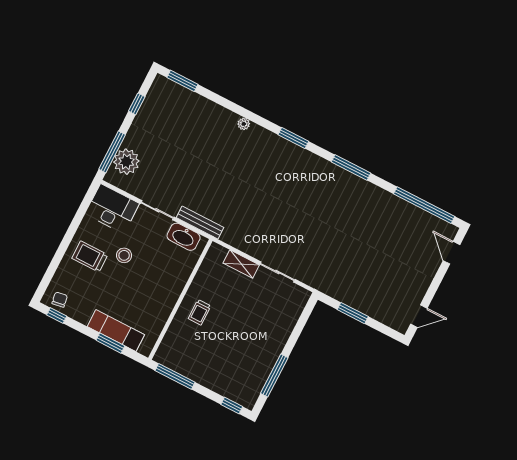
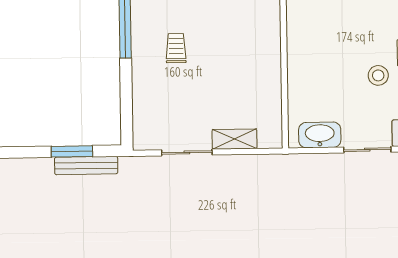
bench: (200, 223) -> (86, 166), moved
trolley: (200, 312) -> (176, 48), moved

